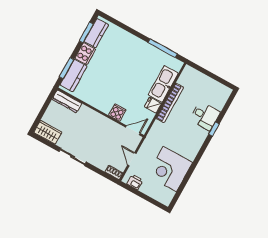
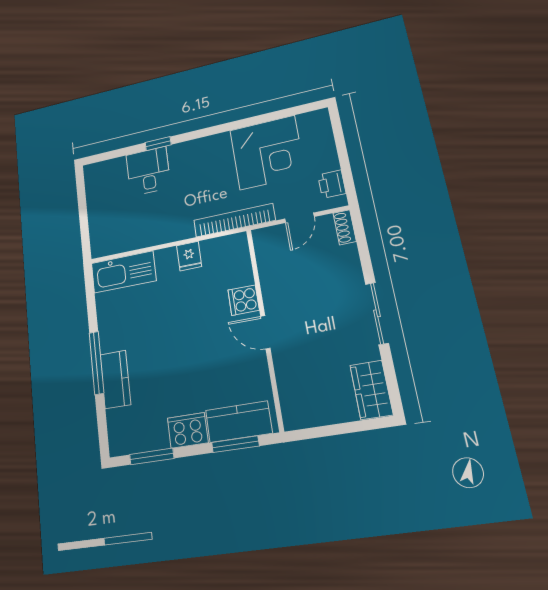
kitchen counter: (96, 33) -> (115, 379), moved, turned 90
window: (163, 48) -> (97, 363), moved
kitchen sink: (163, 84) -> (124, 272), moved
dresser: (67, 101) -> (291, 398), removed
bookcase: (170, 103) -> (234, 220), moved
door: (133, 130) -> (265, 332), moved

